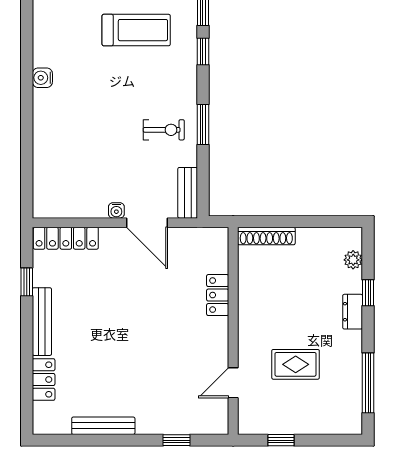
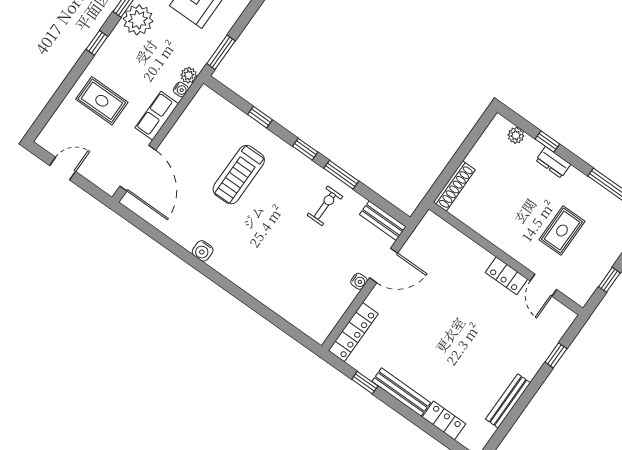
treadmill: (136, 30) -> (239, 175), turned 180
window: (203, 52) -> (305, 149), moved
water cooler: (42, 78) -> (203, 251), moved
locker: (218, 295) -> (506, 276), moved

